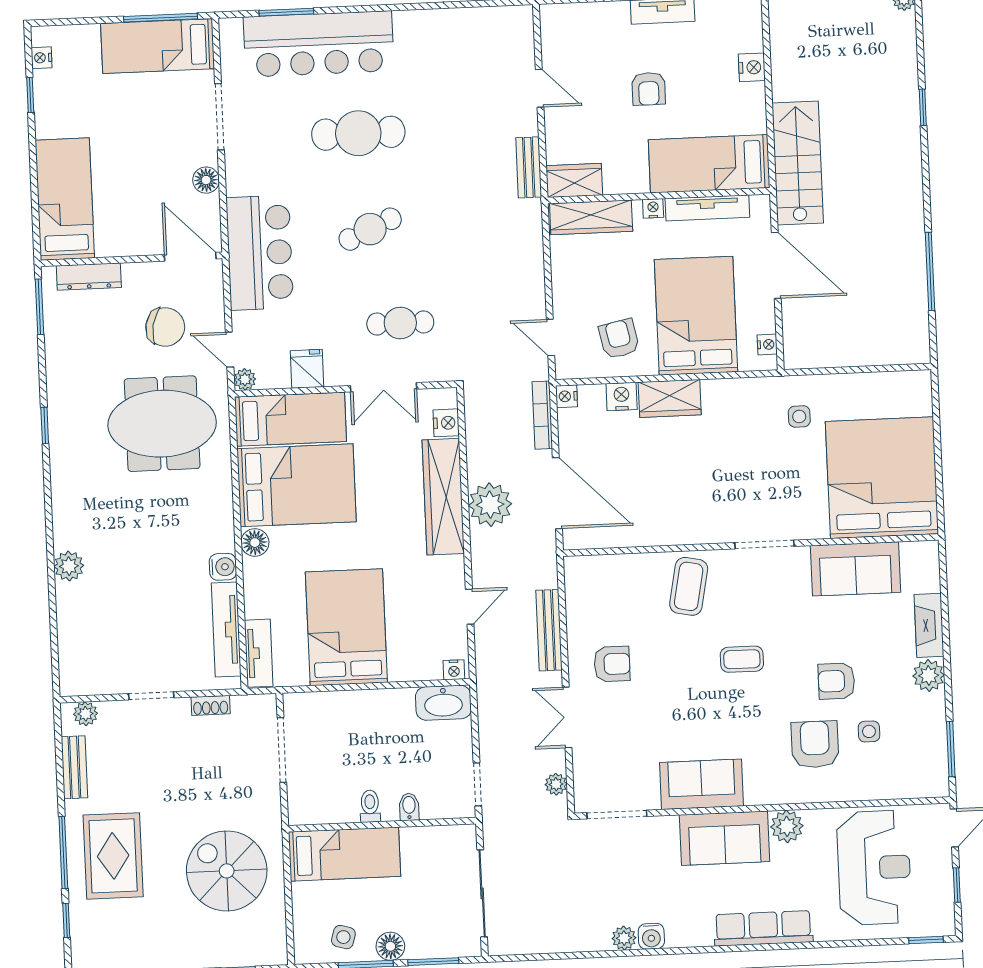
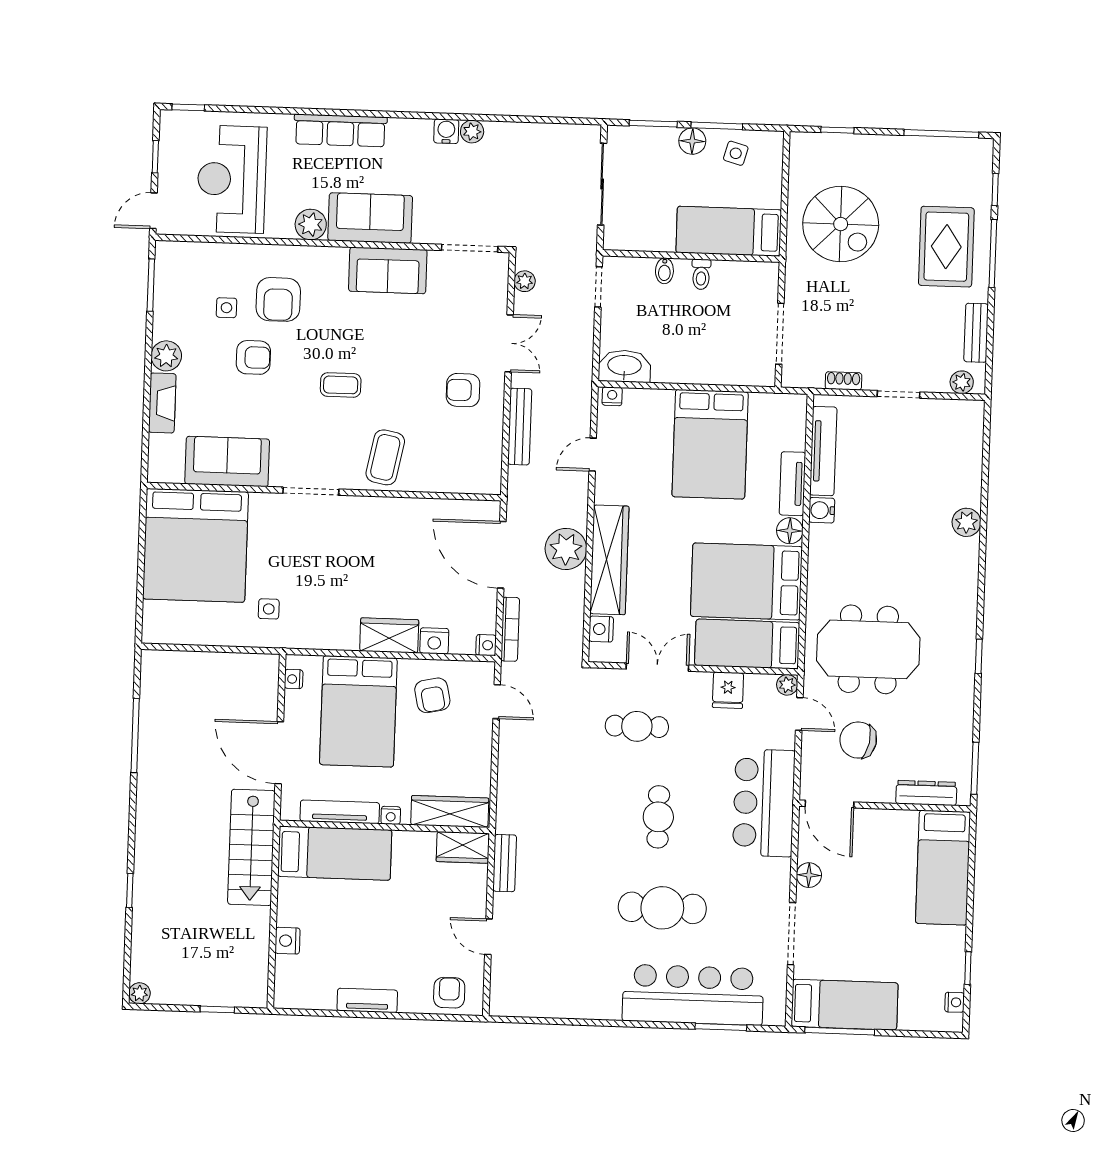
armchair: (649, 89) -> (449, 993), moved
cafe table: (370, 229) -> (658, 817), turned -66
tv unit: (259, 653) -> (792, 484), moved

